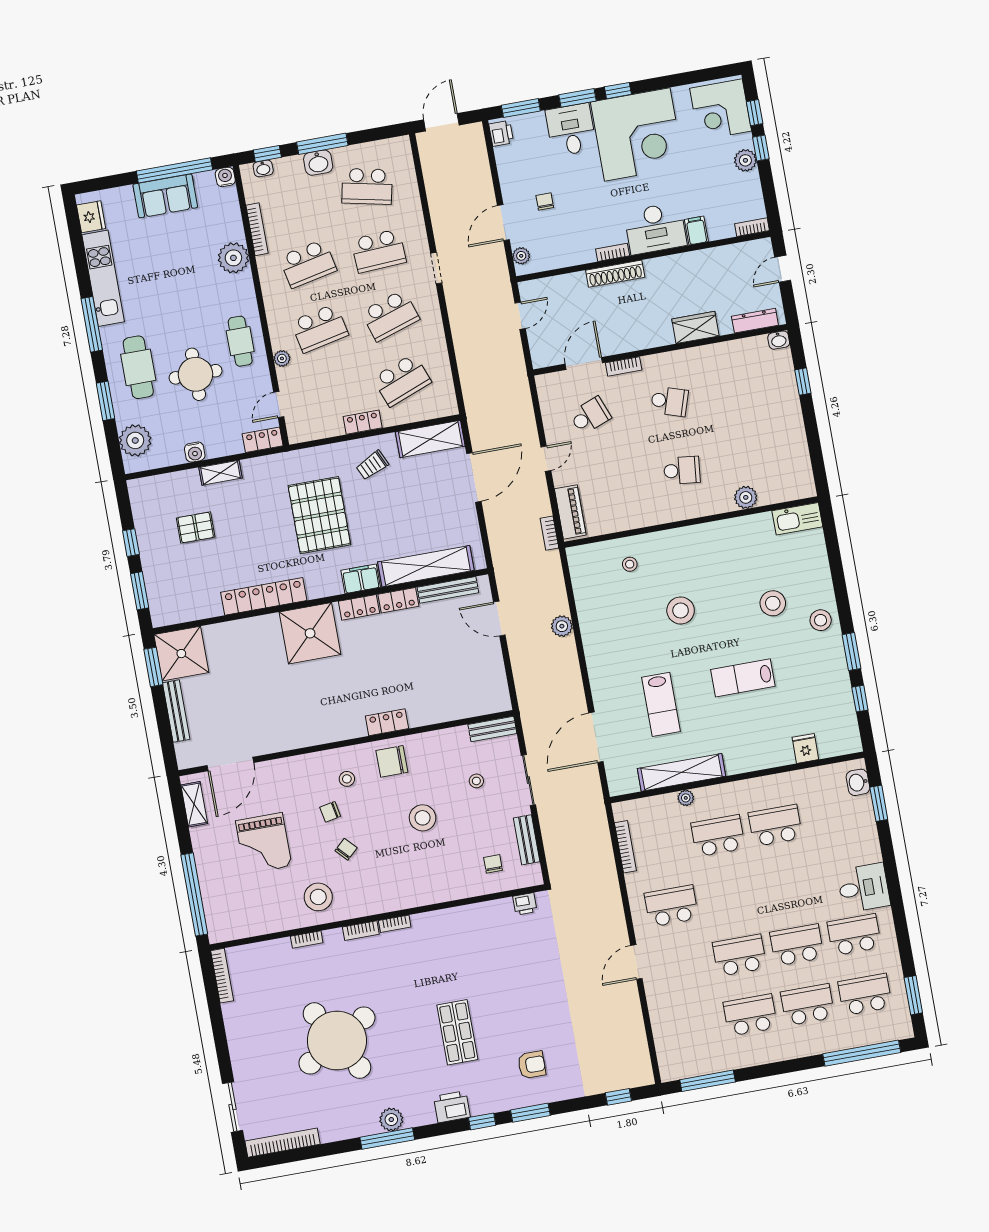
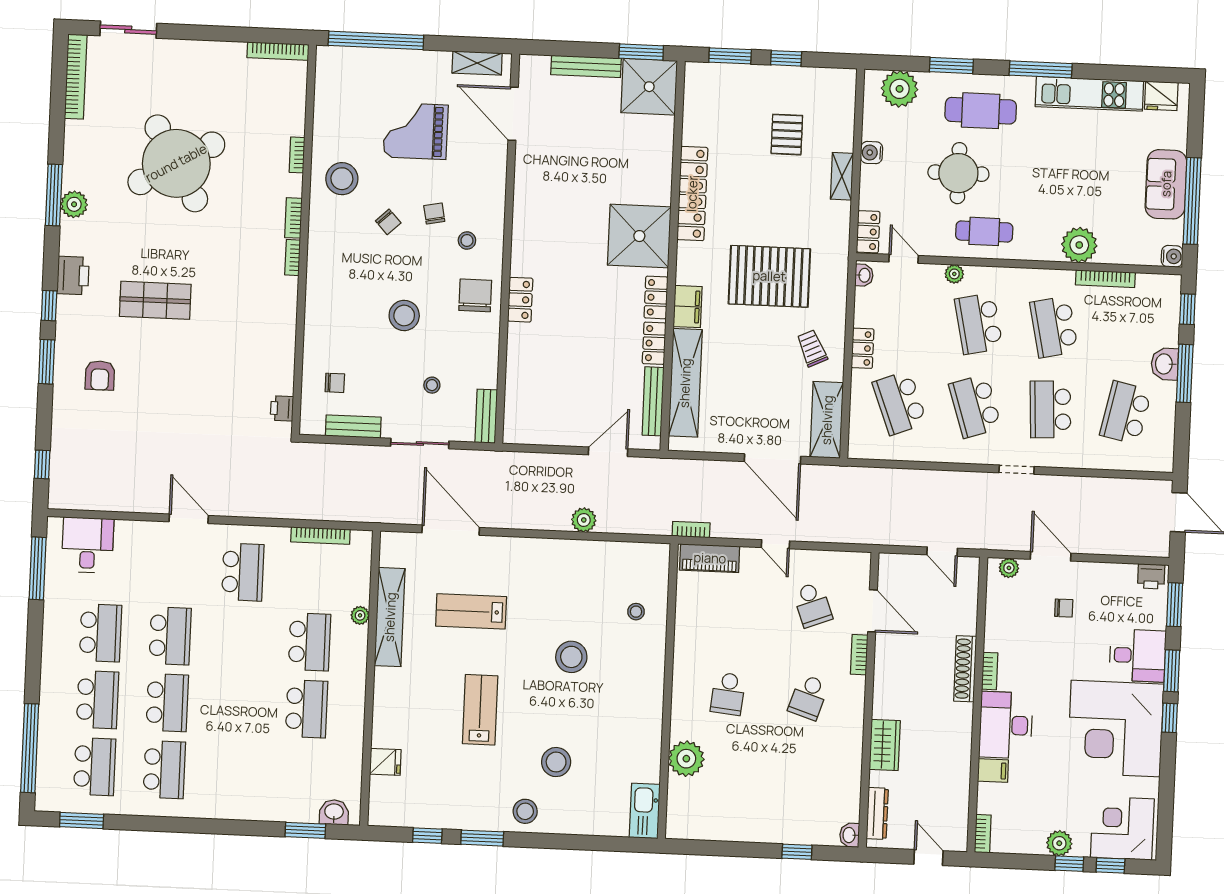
washbasin: (263, 168) -> (864, 275), moved, turned 180
plant: (746, 497) -> (686, 759), width x1.36, depth x1.36
desk: (864, 888) -> (88, 545), moved, turned 180

